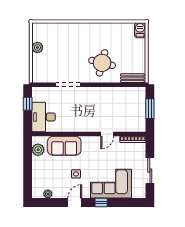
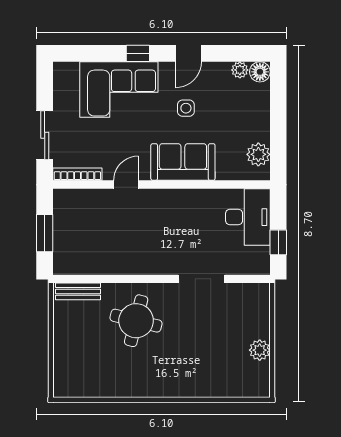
barbecue: (140, 30) -> (63, 383), removed
sofa: (64, 146) -> (183, 162), moved
sliding door: (150, 171) -> (45, 135), moved
floor lamp: (37, 193) -> (260, 72), added

